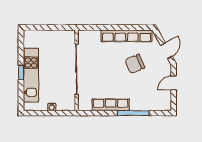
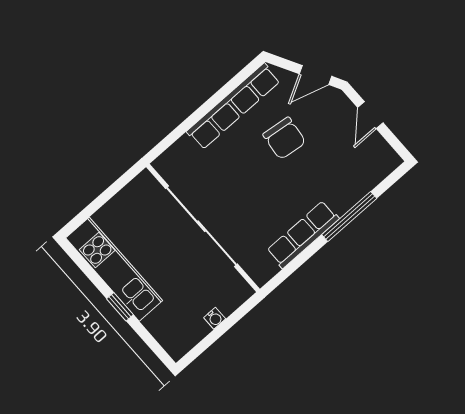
door: (166, 51) -> (315, 75), swing flipped
chair: (135, 64) -> (284, 138), turned -60
kitchen unit: (31, 75) -> (114, 269), moved

